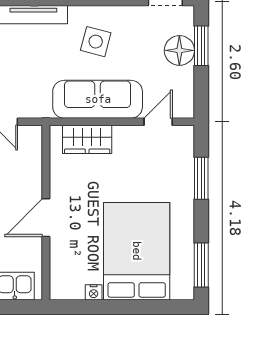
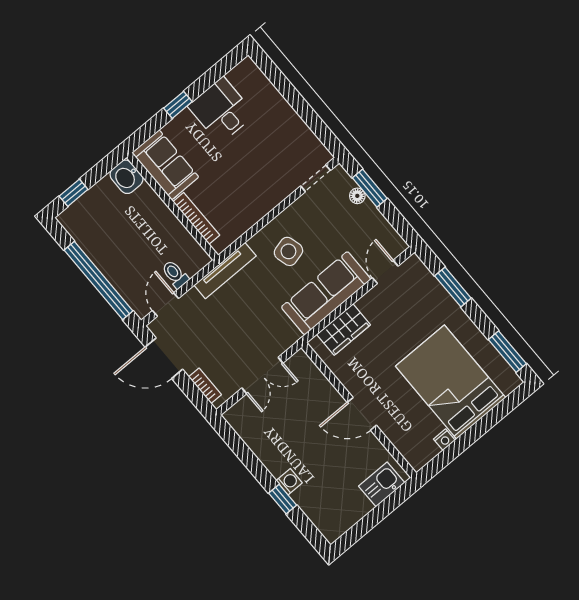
side table: (96, 42) -> (288, 251), turned -30
floor lamp: (179, 50) -> (357, 196), width x0.53, depth x0.53
door: (46, 218) -> (362, 414), hinge flipped

